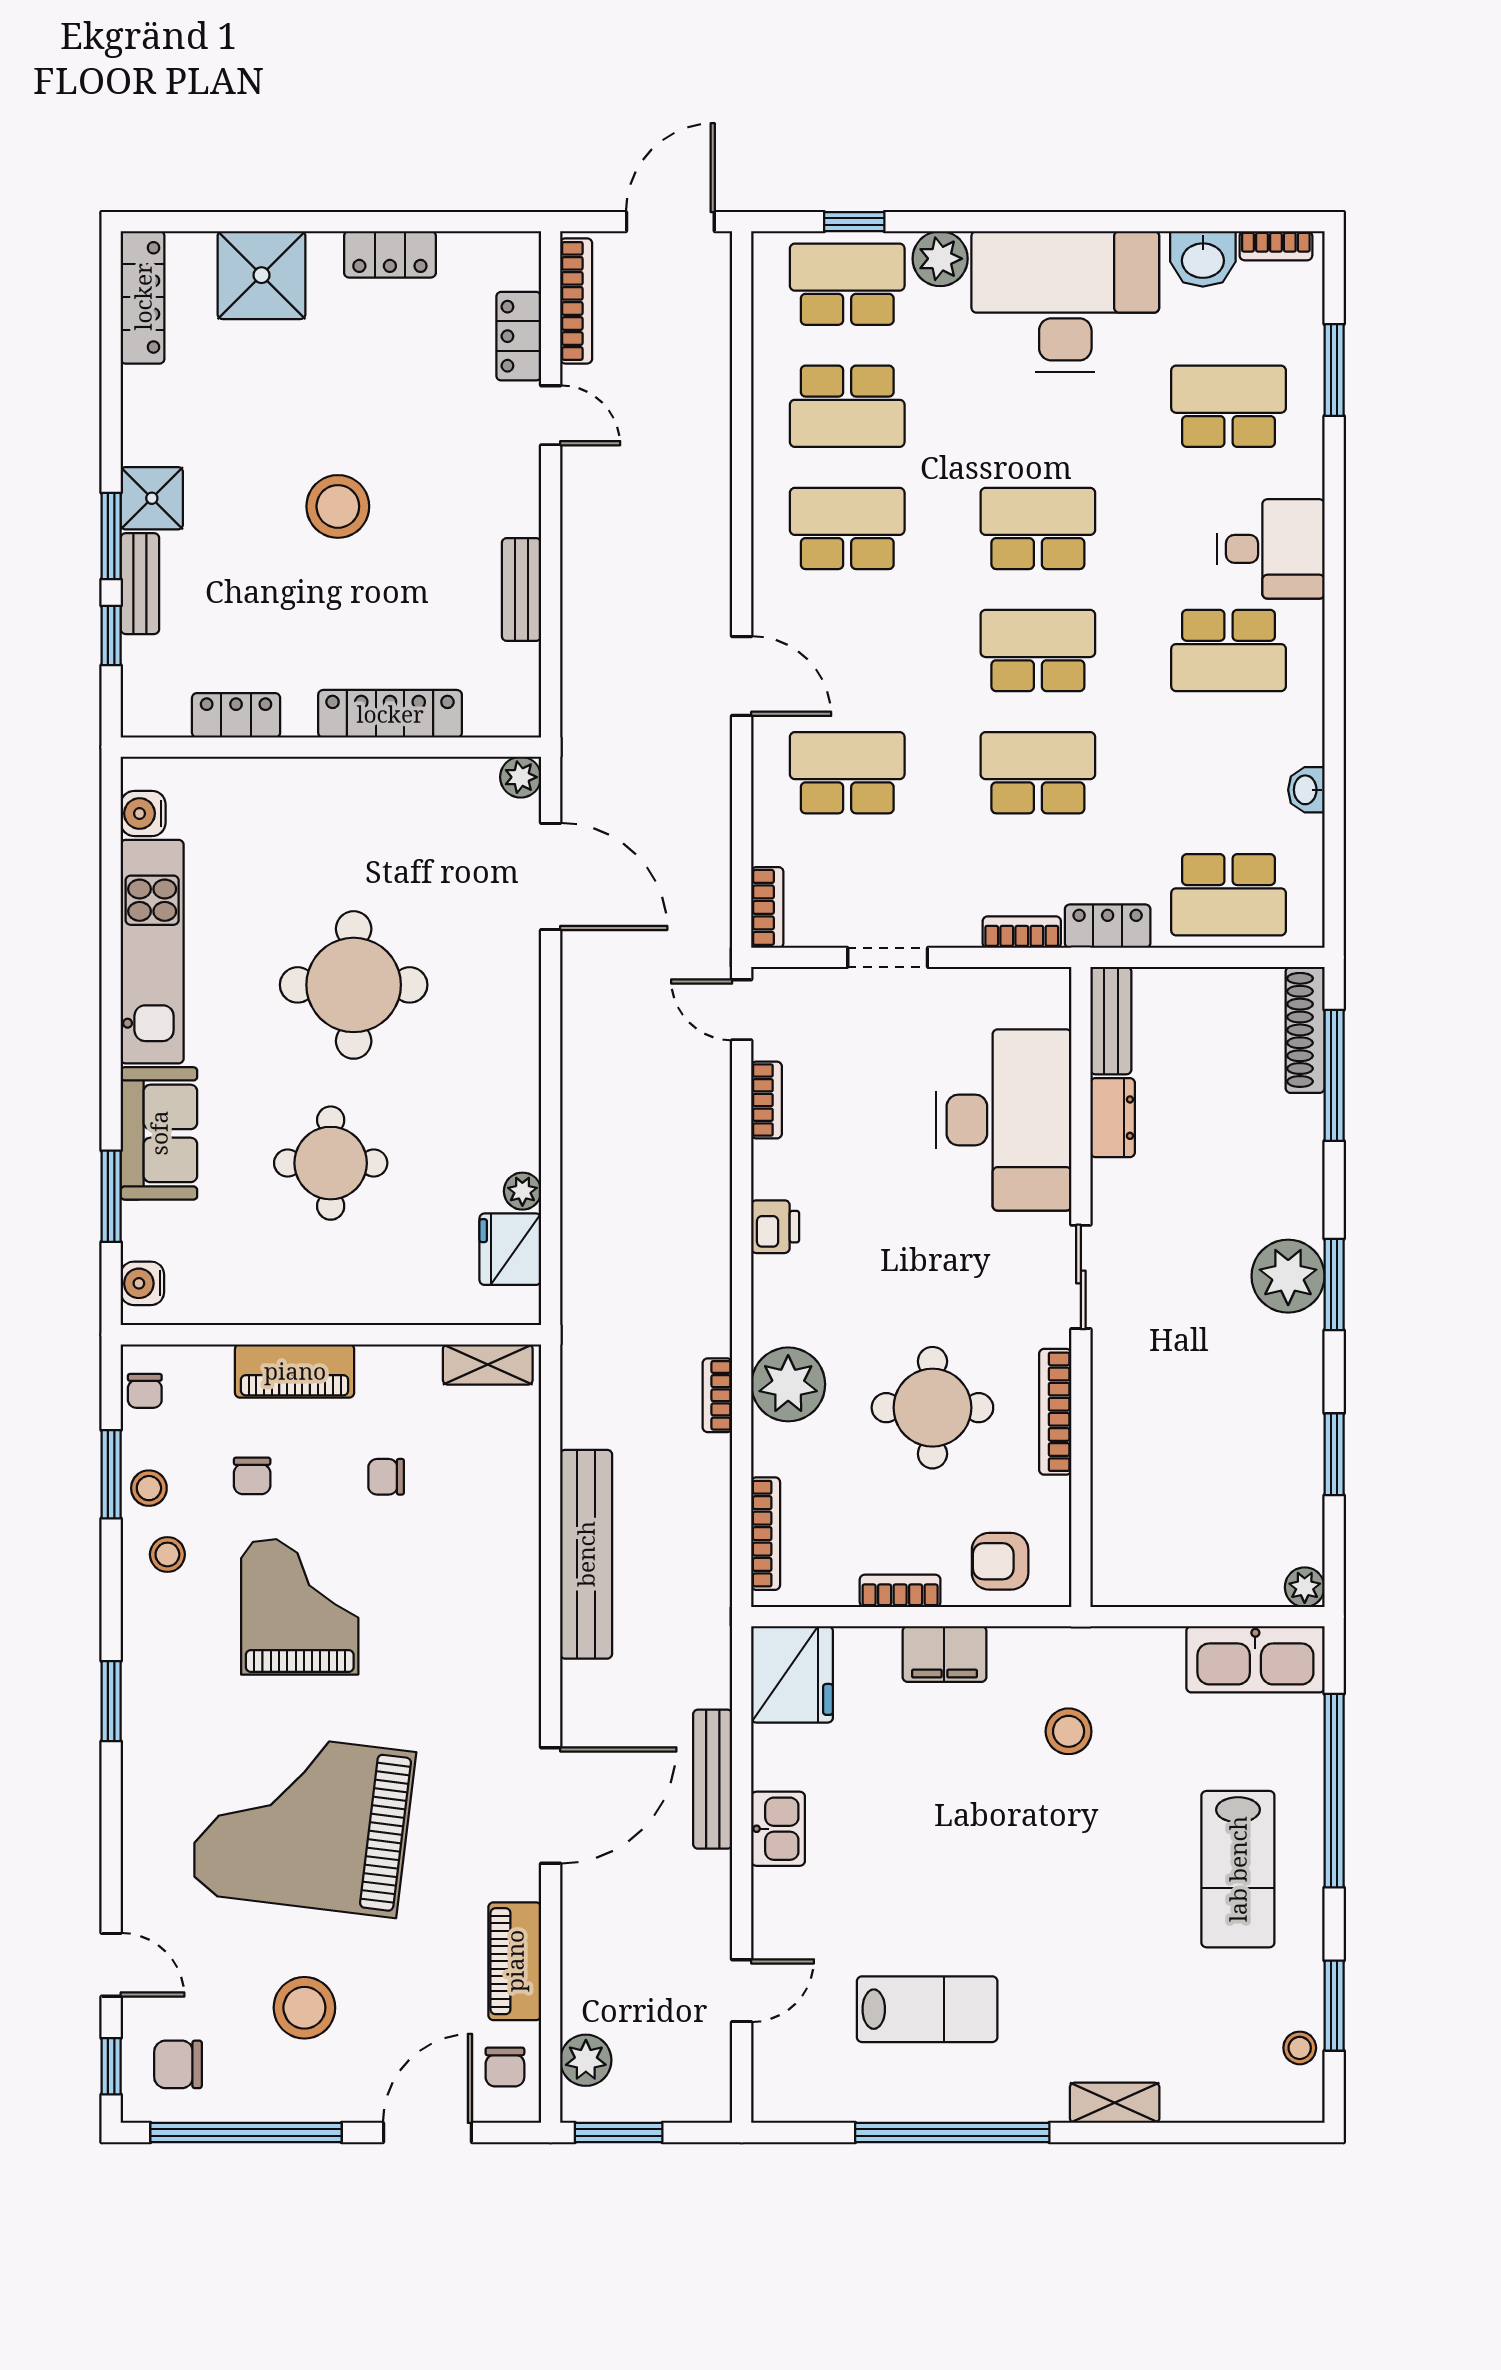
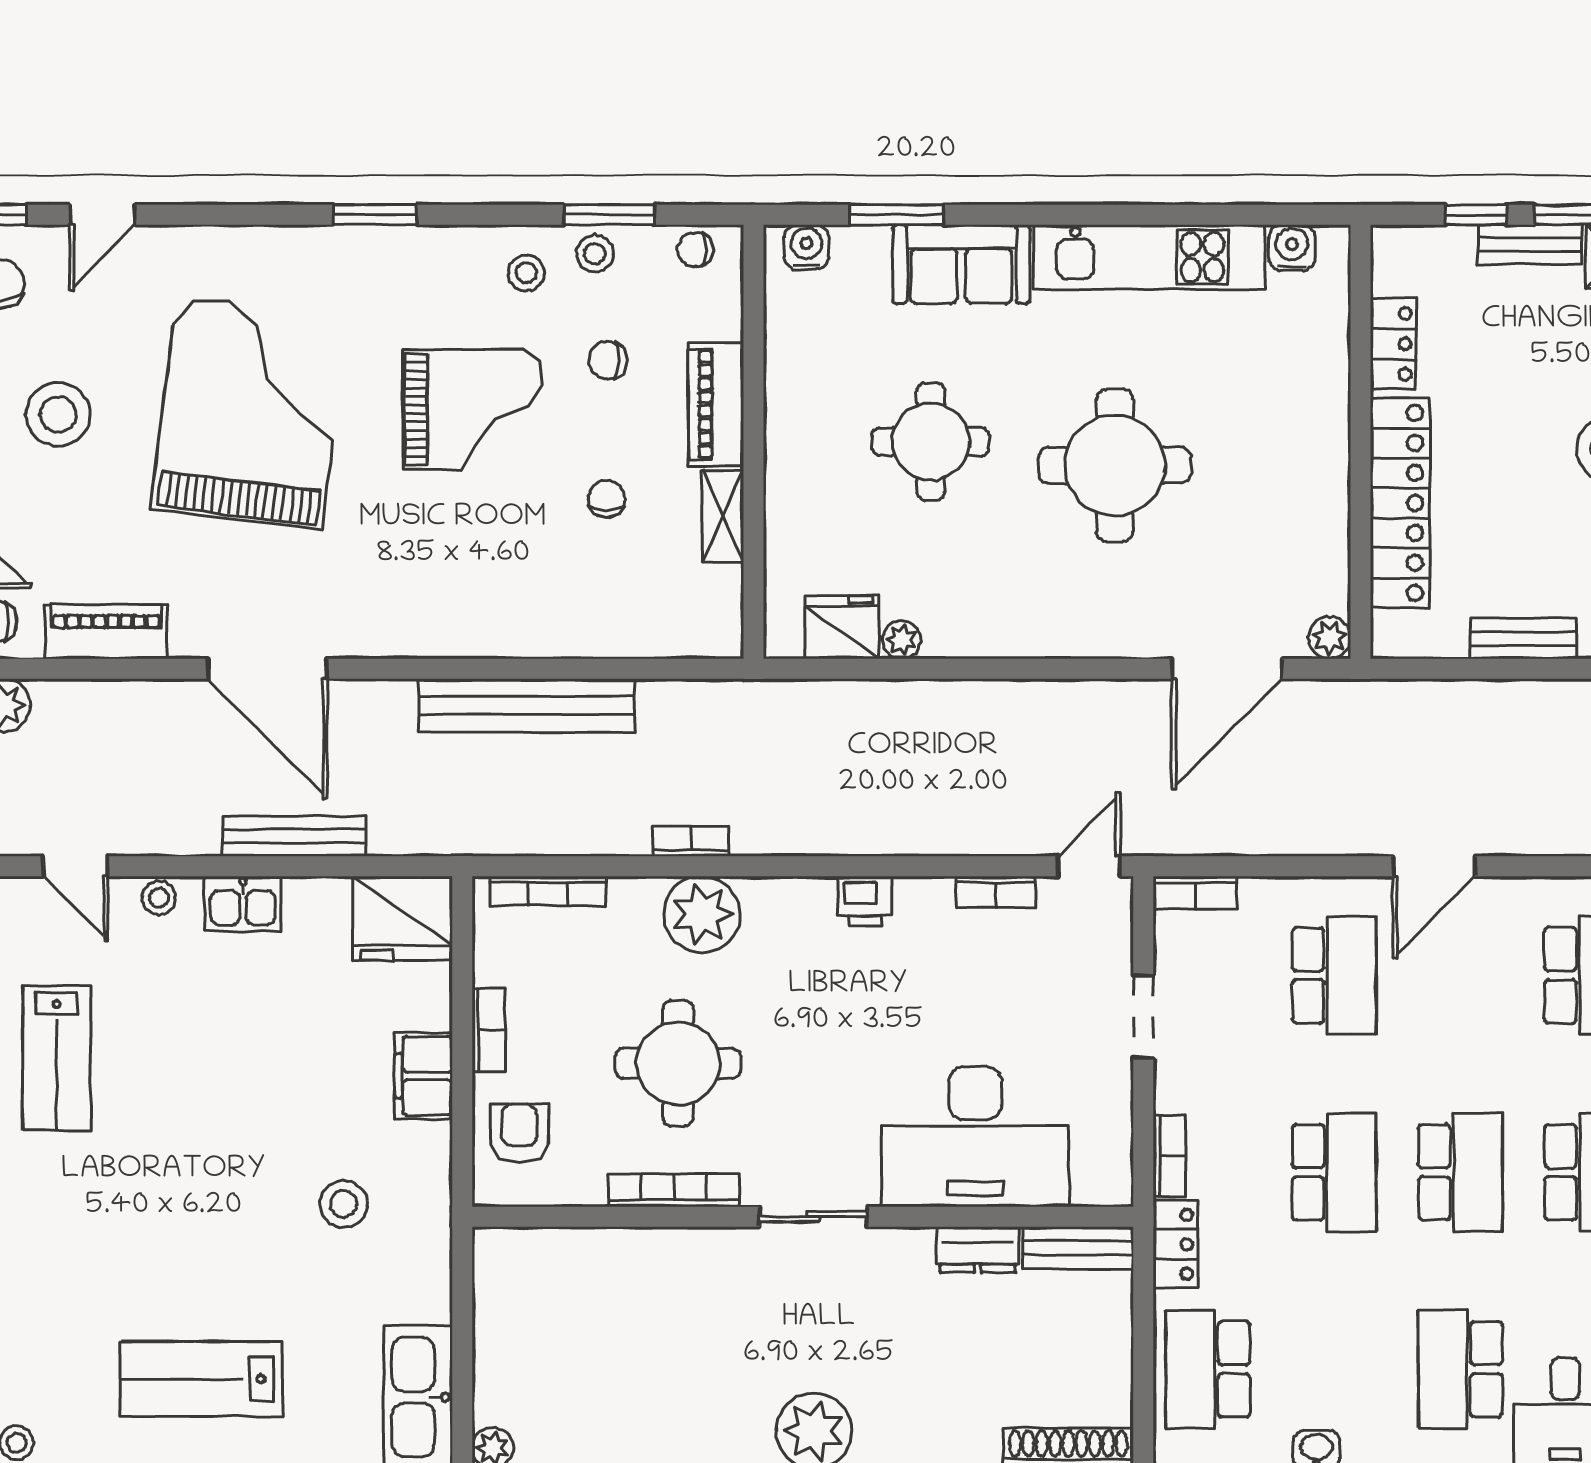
locker: (390, 714) -> (1400, 503), width x1.41, depth x1.21
shelving: (488, 1364) -> (723, 516), moved
stool: (772, 1910) -> (159, 898), added

